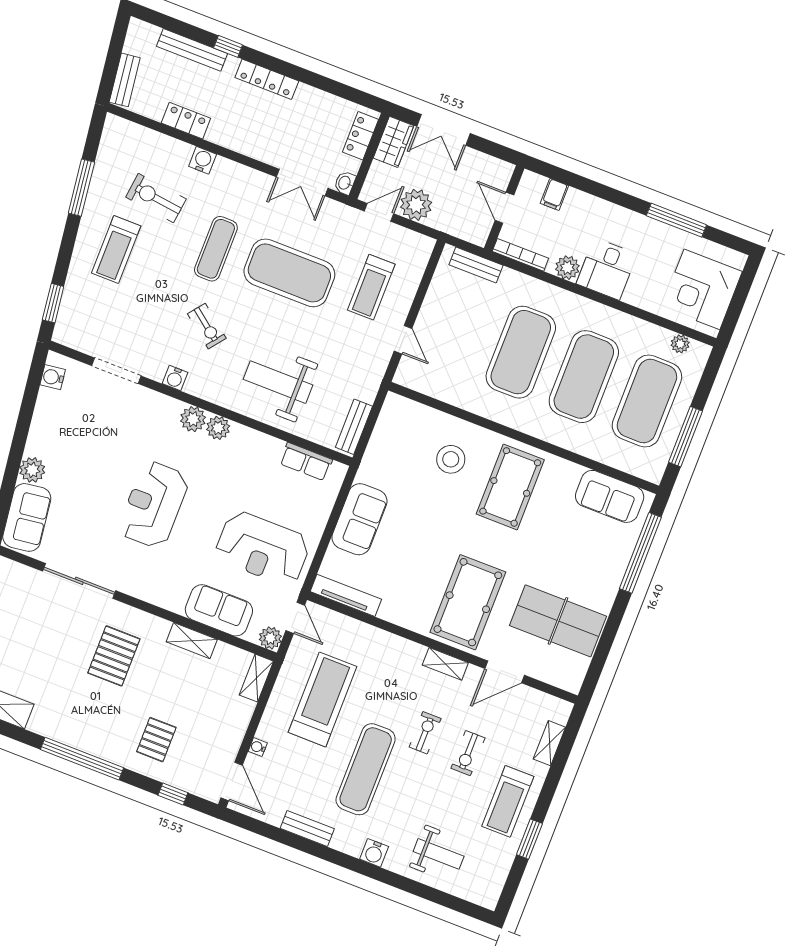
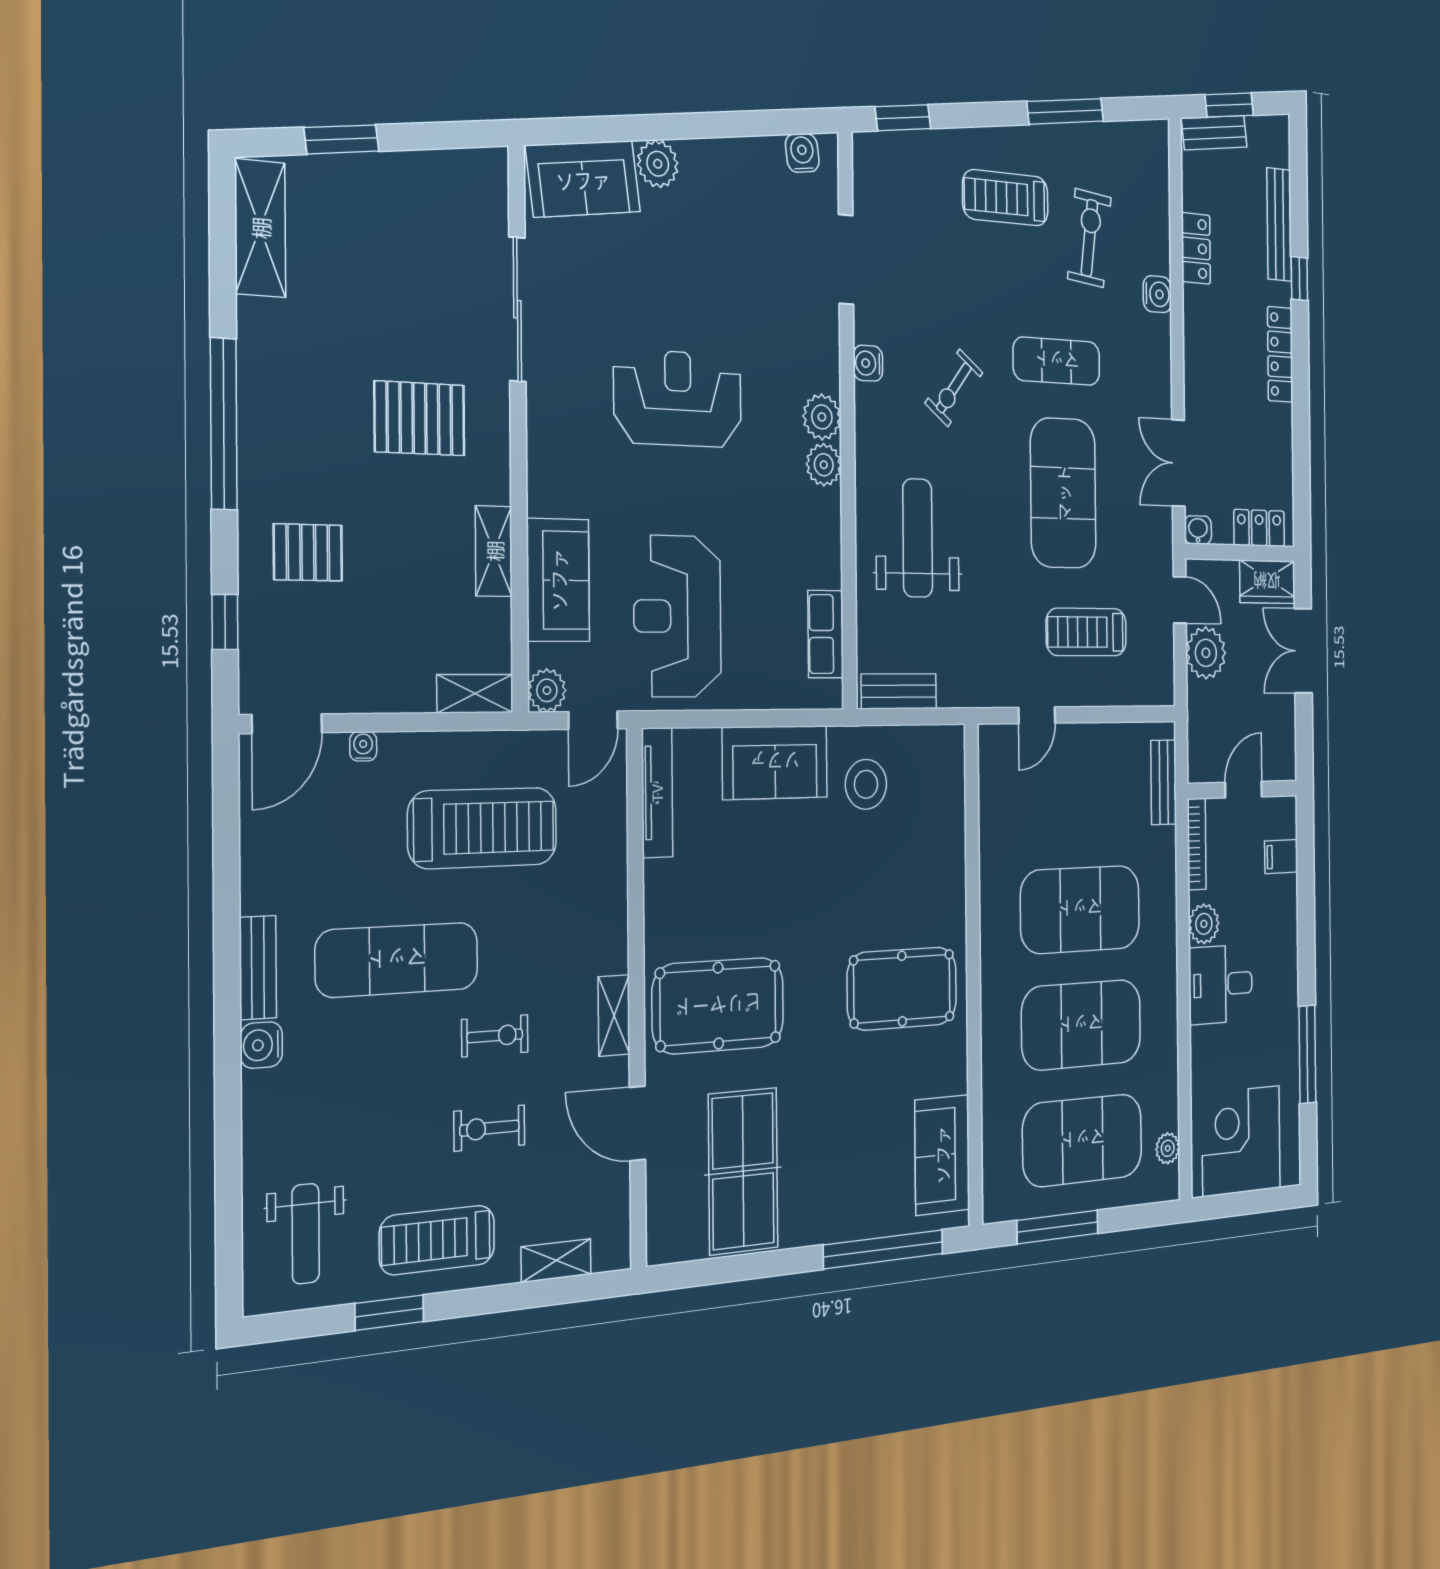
window: (112, 62) -> (1229, 105), added
stool: (451, 459) -> (866, 784), moved
bench: (307, 829) -> (258, 968), moved
weight bench: (439, 854) -> (306, 1234), moved

